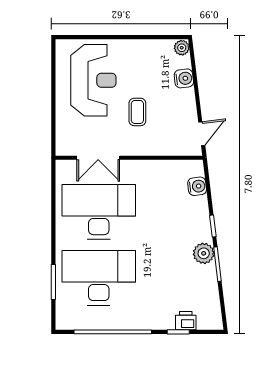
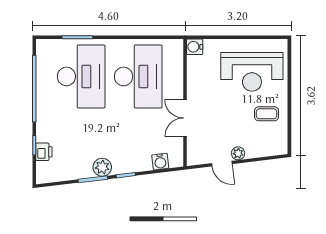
plant: (182, 48) -> (238, 153), moved
water cooler: (184, 78) -> (195, 47), moved, turned 97
coffee table: (137, 112) -> (267, 114), moved
door: (202, 134) -> (222, 164), moved
double door: (98, 158) -> (185, 118), moved

